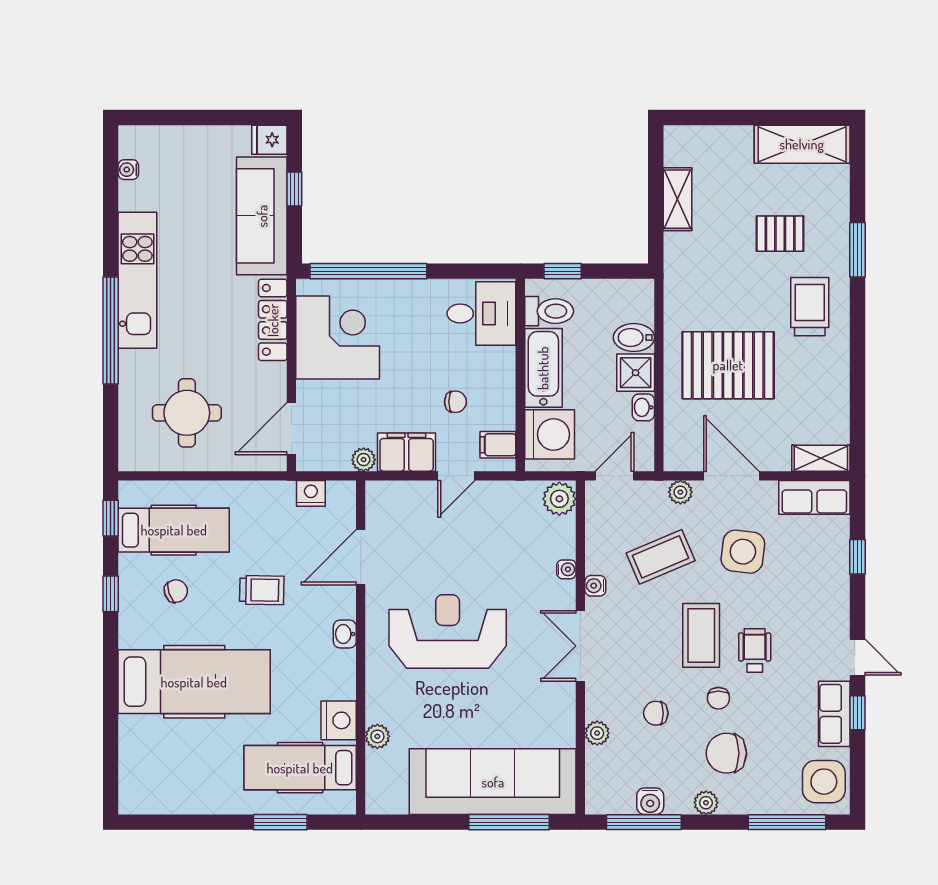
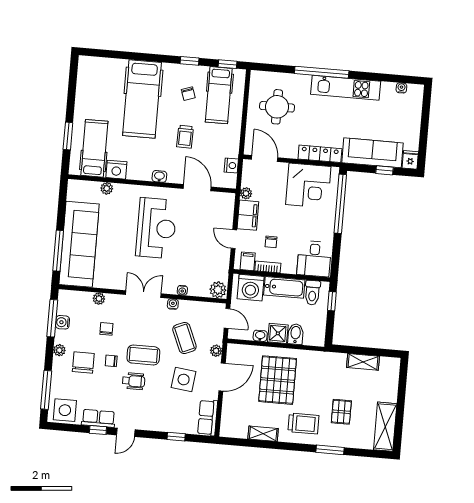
bookcase: (506, 404) -> (268, 267), added
shelving: (821, 458) -> (263, 434), moved, turned 90

